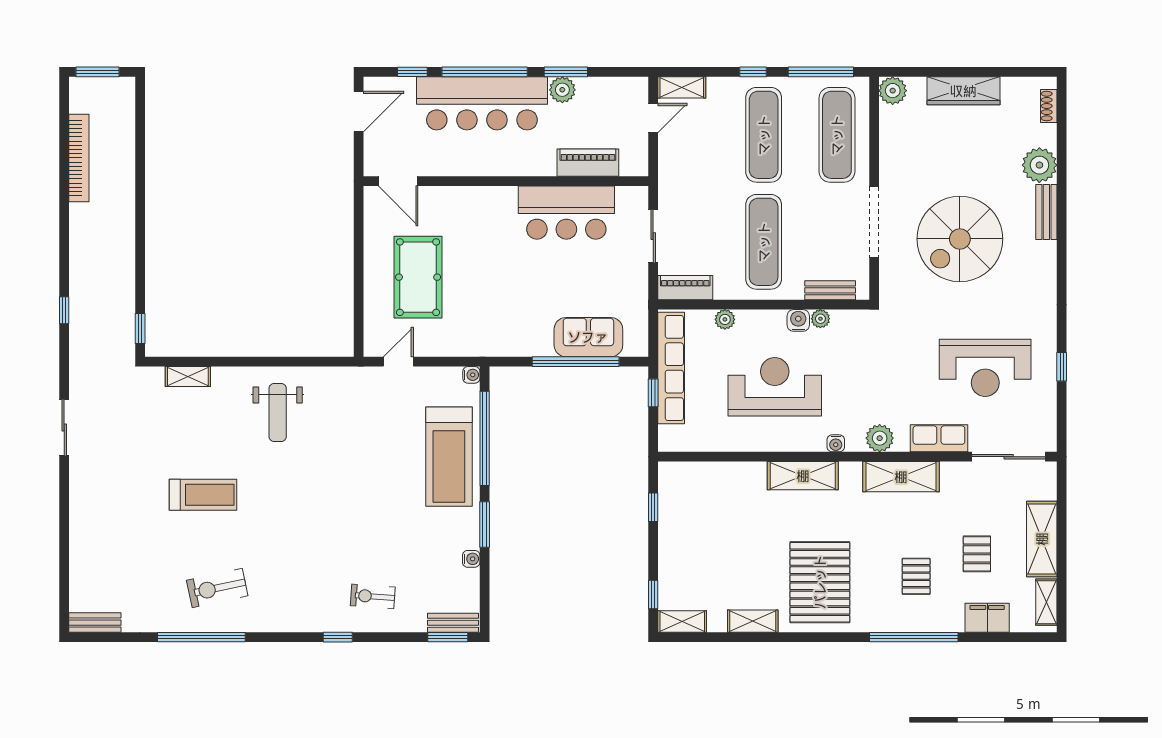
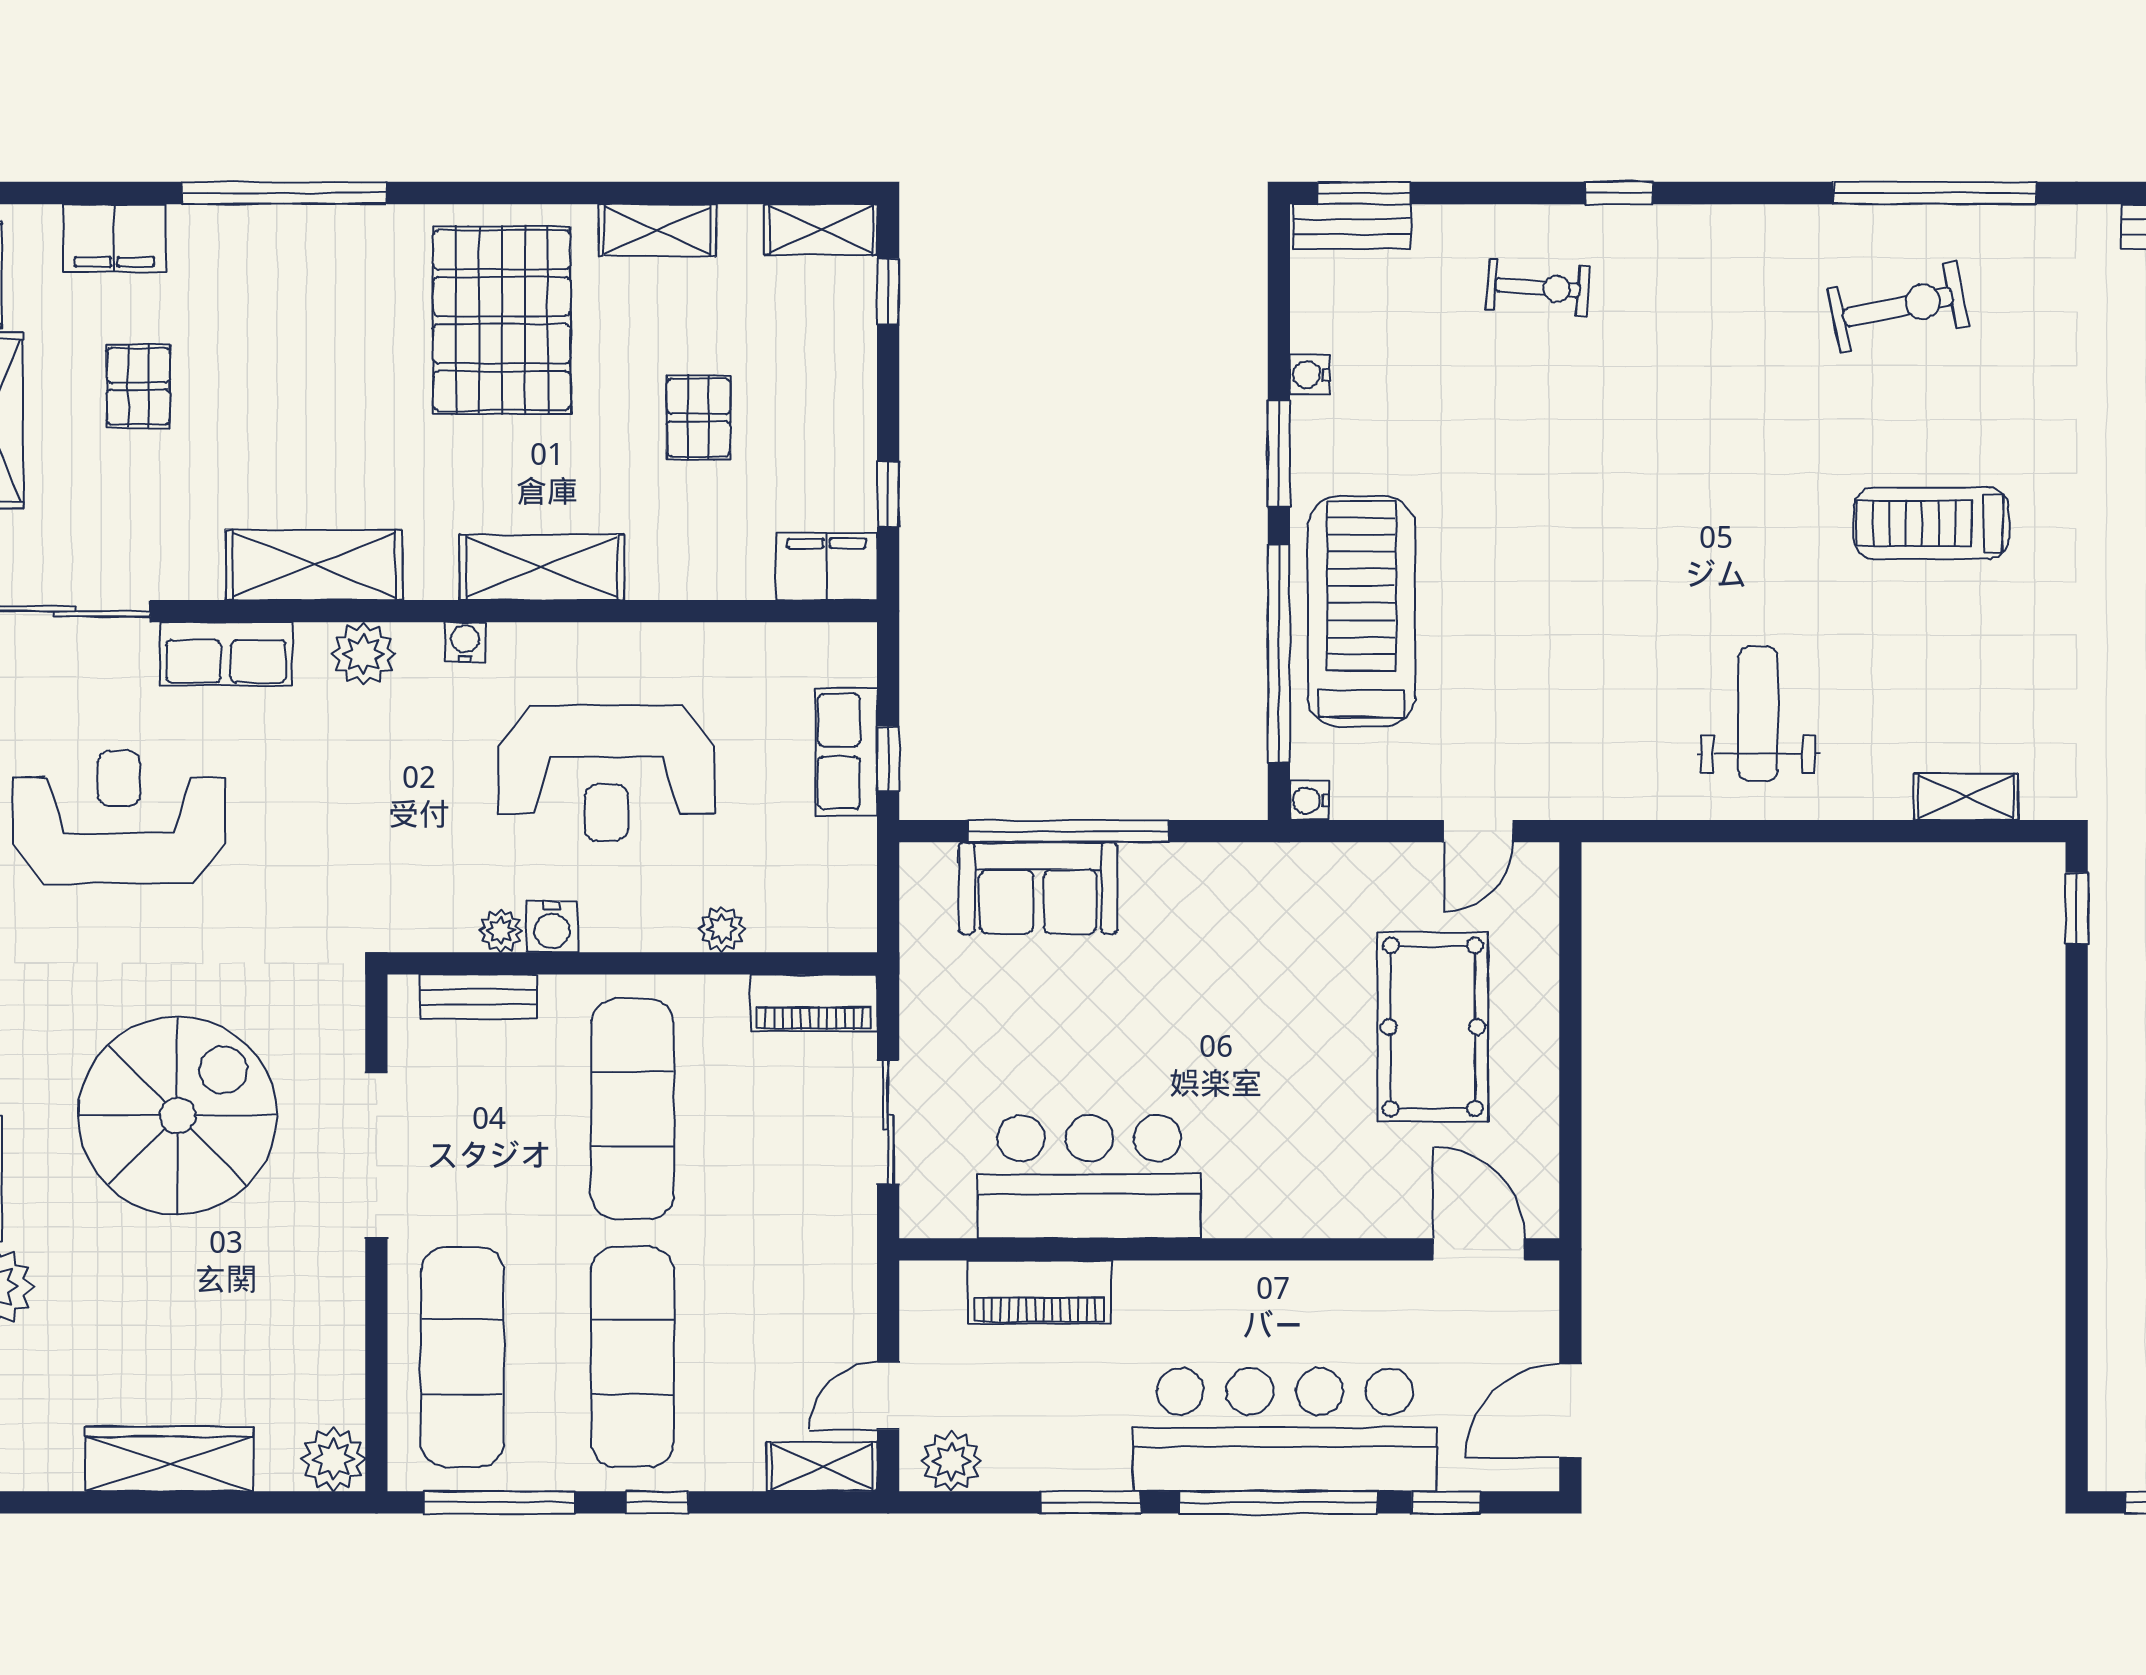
plant: (562, 90) -> (951, 1461), moved
row of seats: (671, 368) -> (846, 751), width x0.50
filing cabinet: (680, 476) -> (827, 567), added
pallet: (916, 576) -> (699, 418), moved

